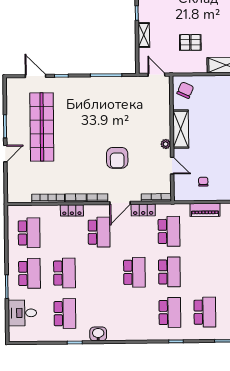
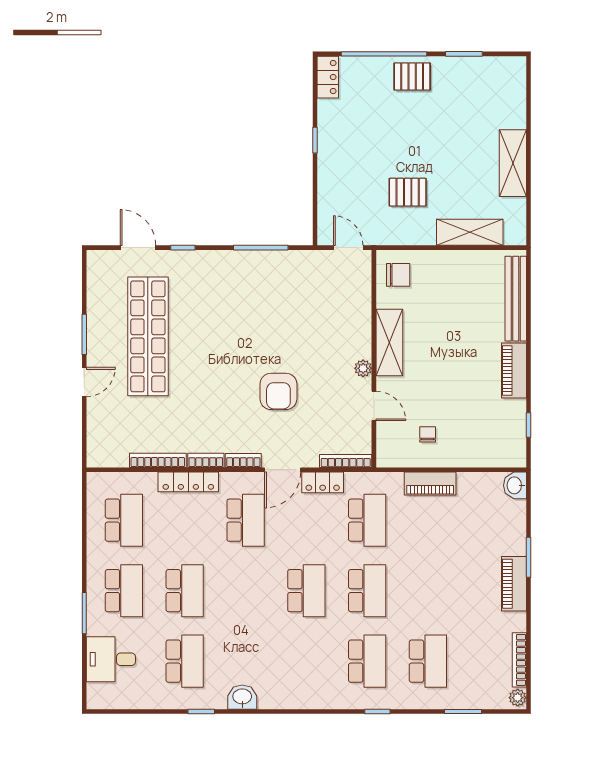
shelving: (144, 35) -> (327, 178), removed
chair: (185, 90) -> (398, 275), turned 66
locker: (72, 210) -> (188, 482), width x1.53

